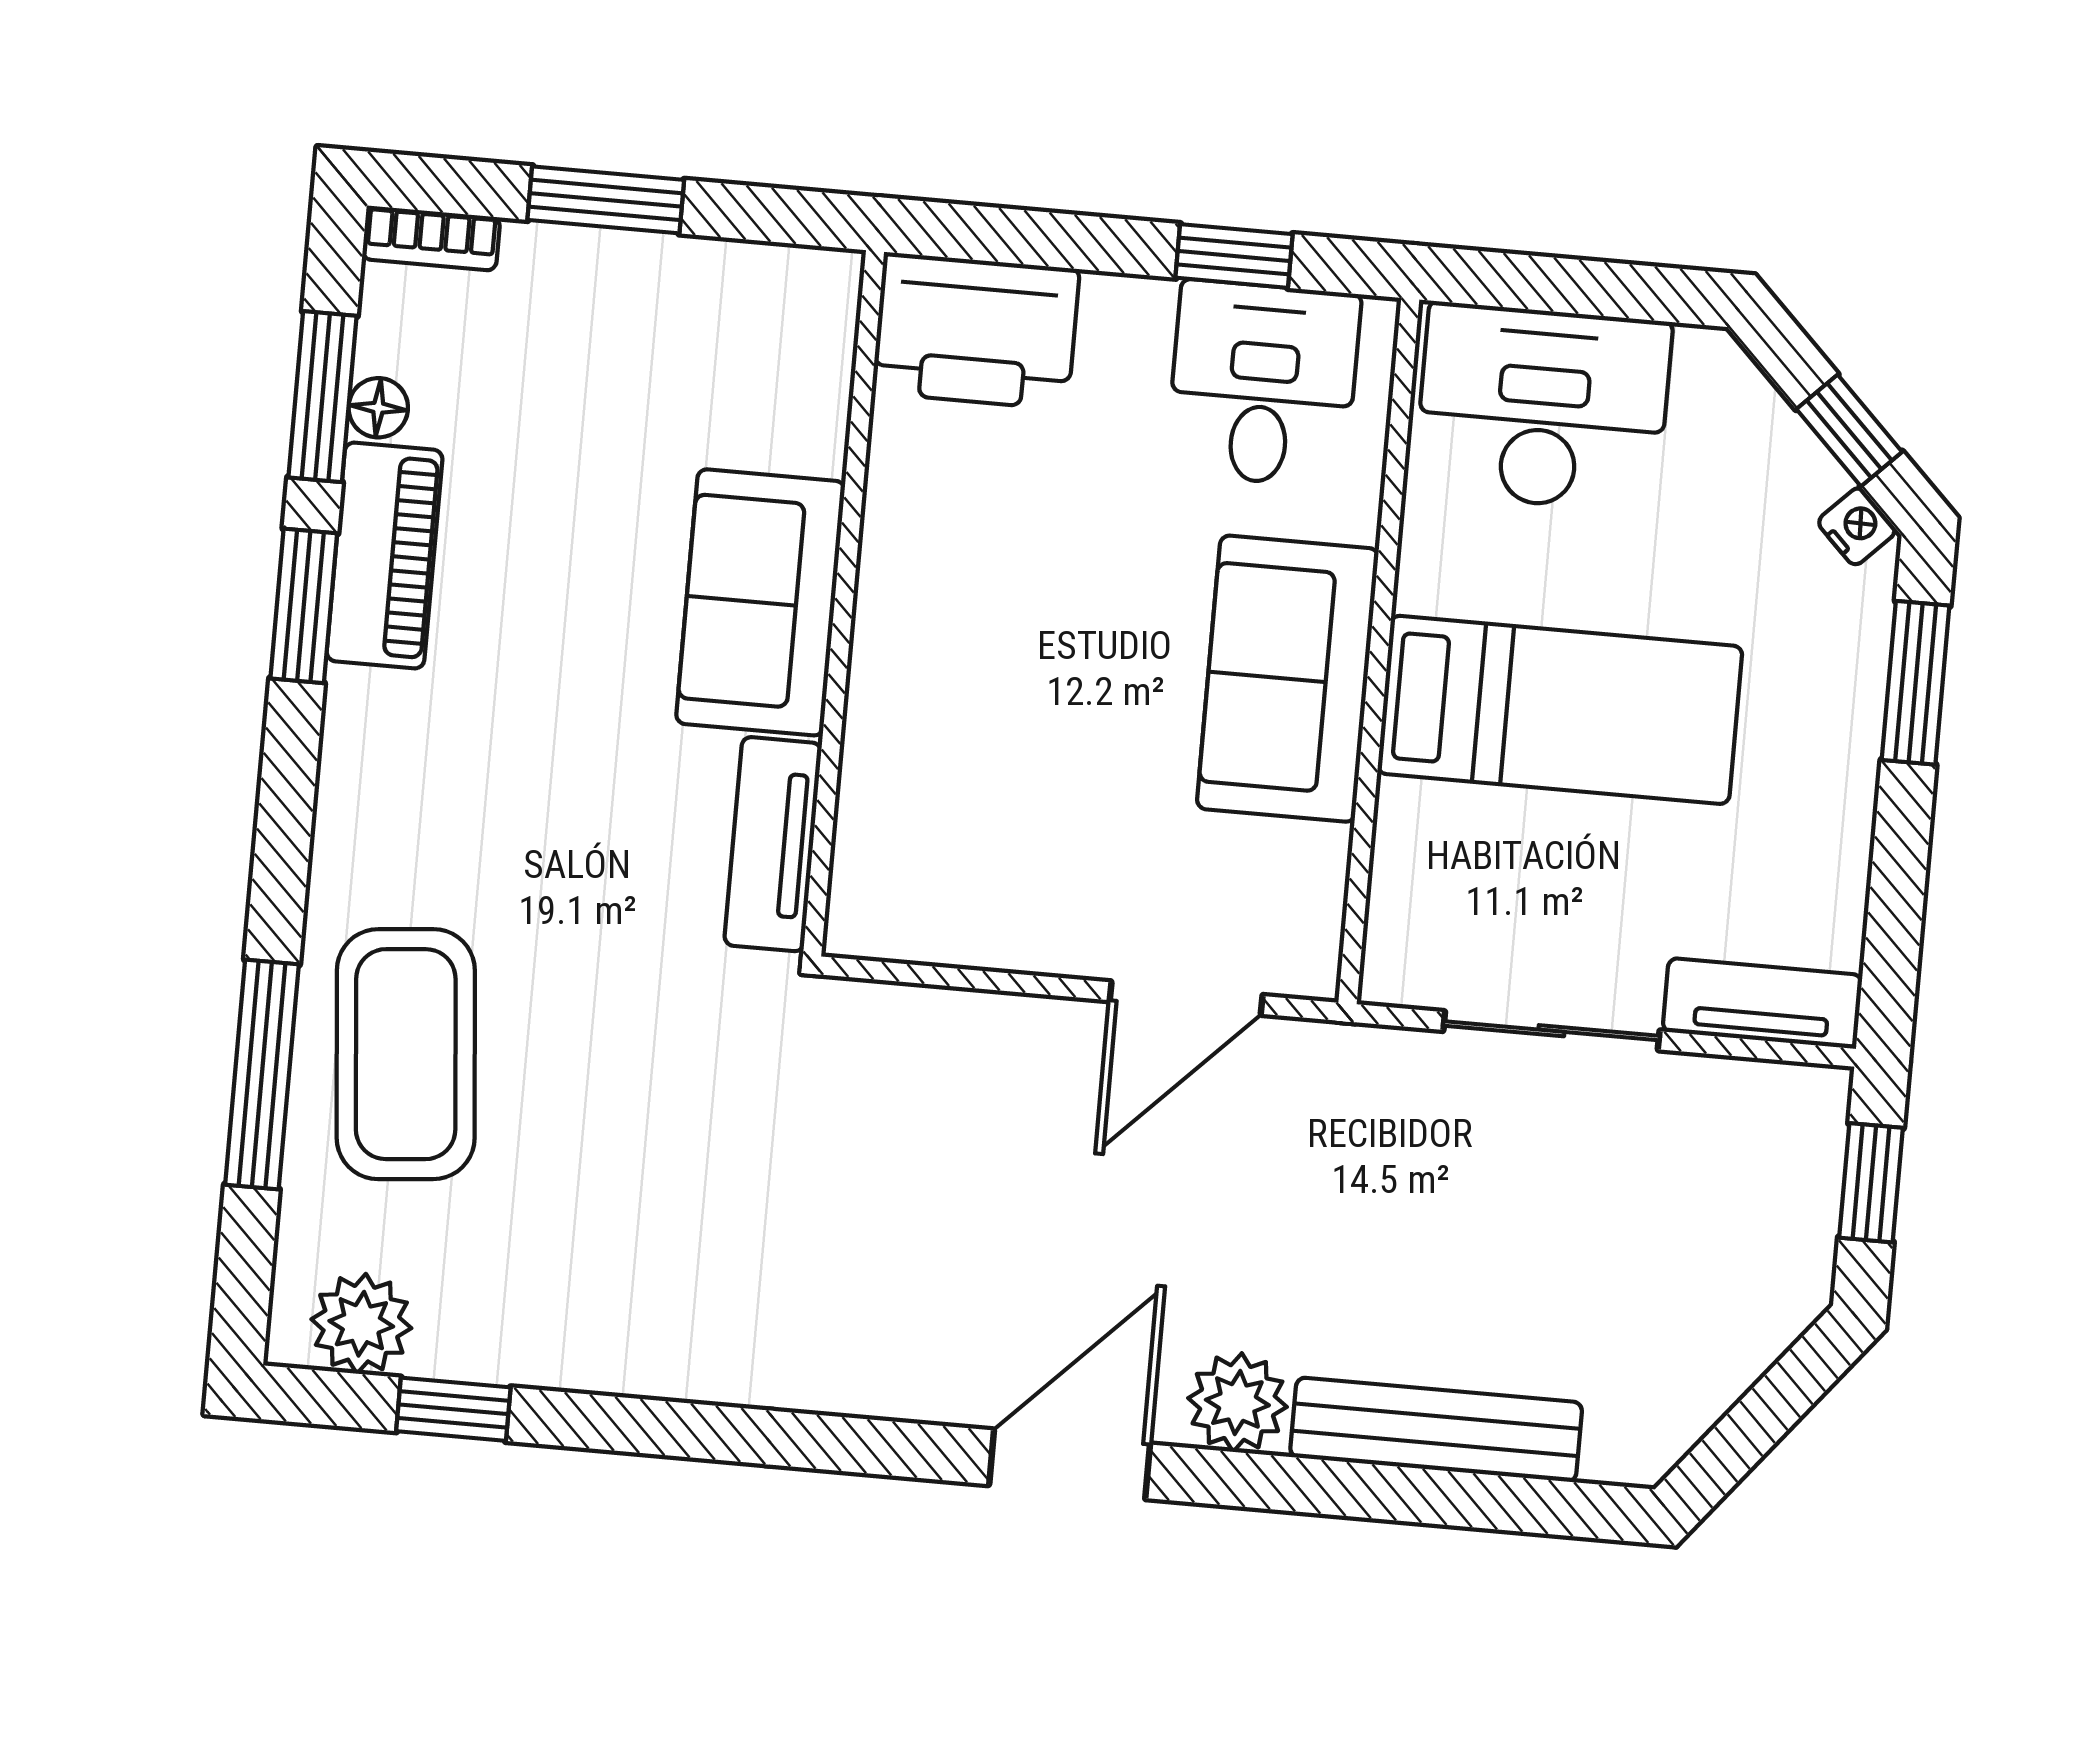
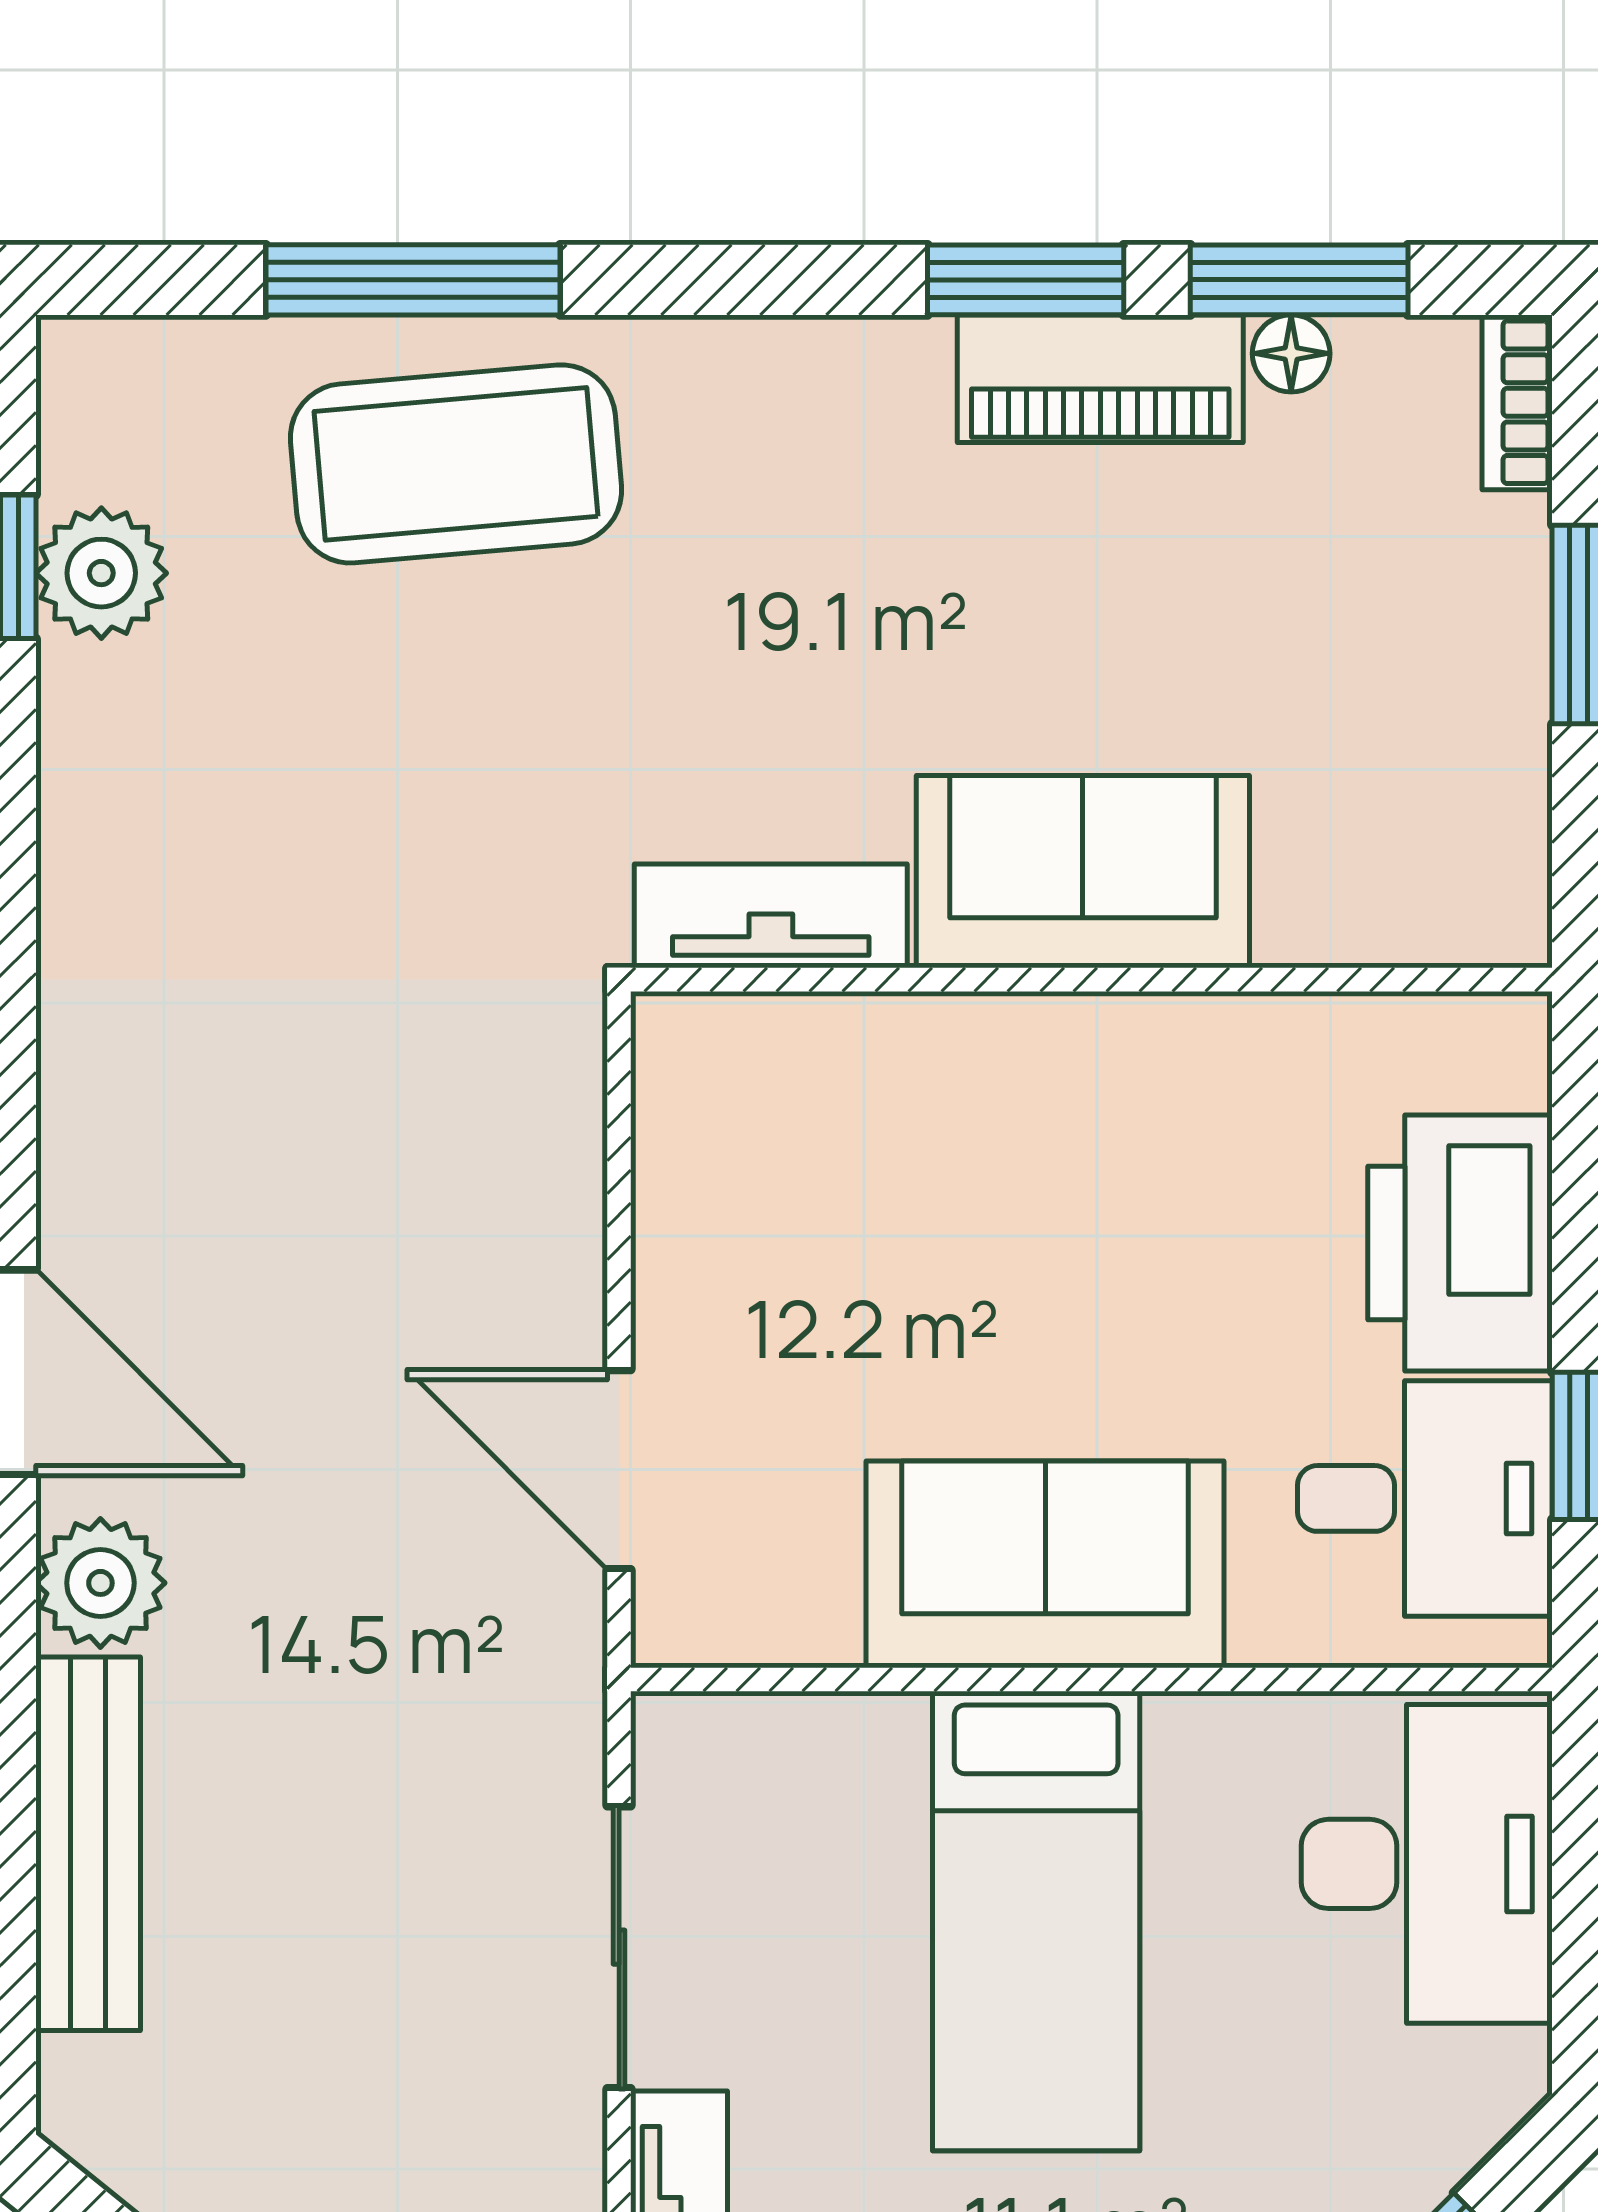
printer: (976, 331) -> (1460, 1243), moved
plant: (361, 1324) -> (101, 573), moved

